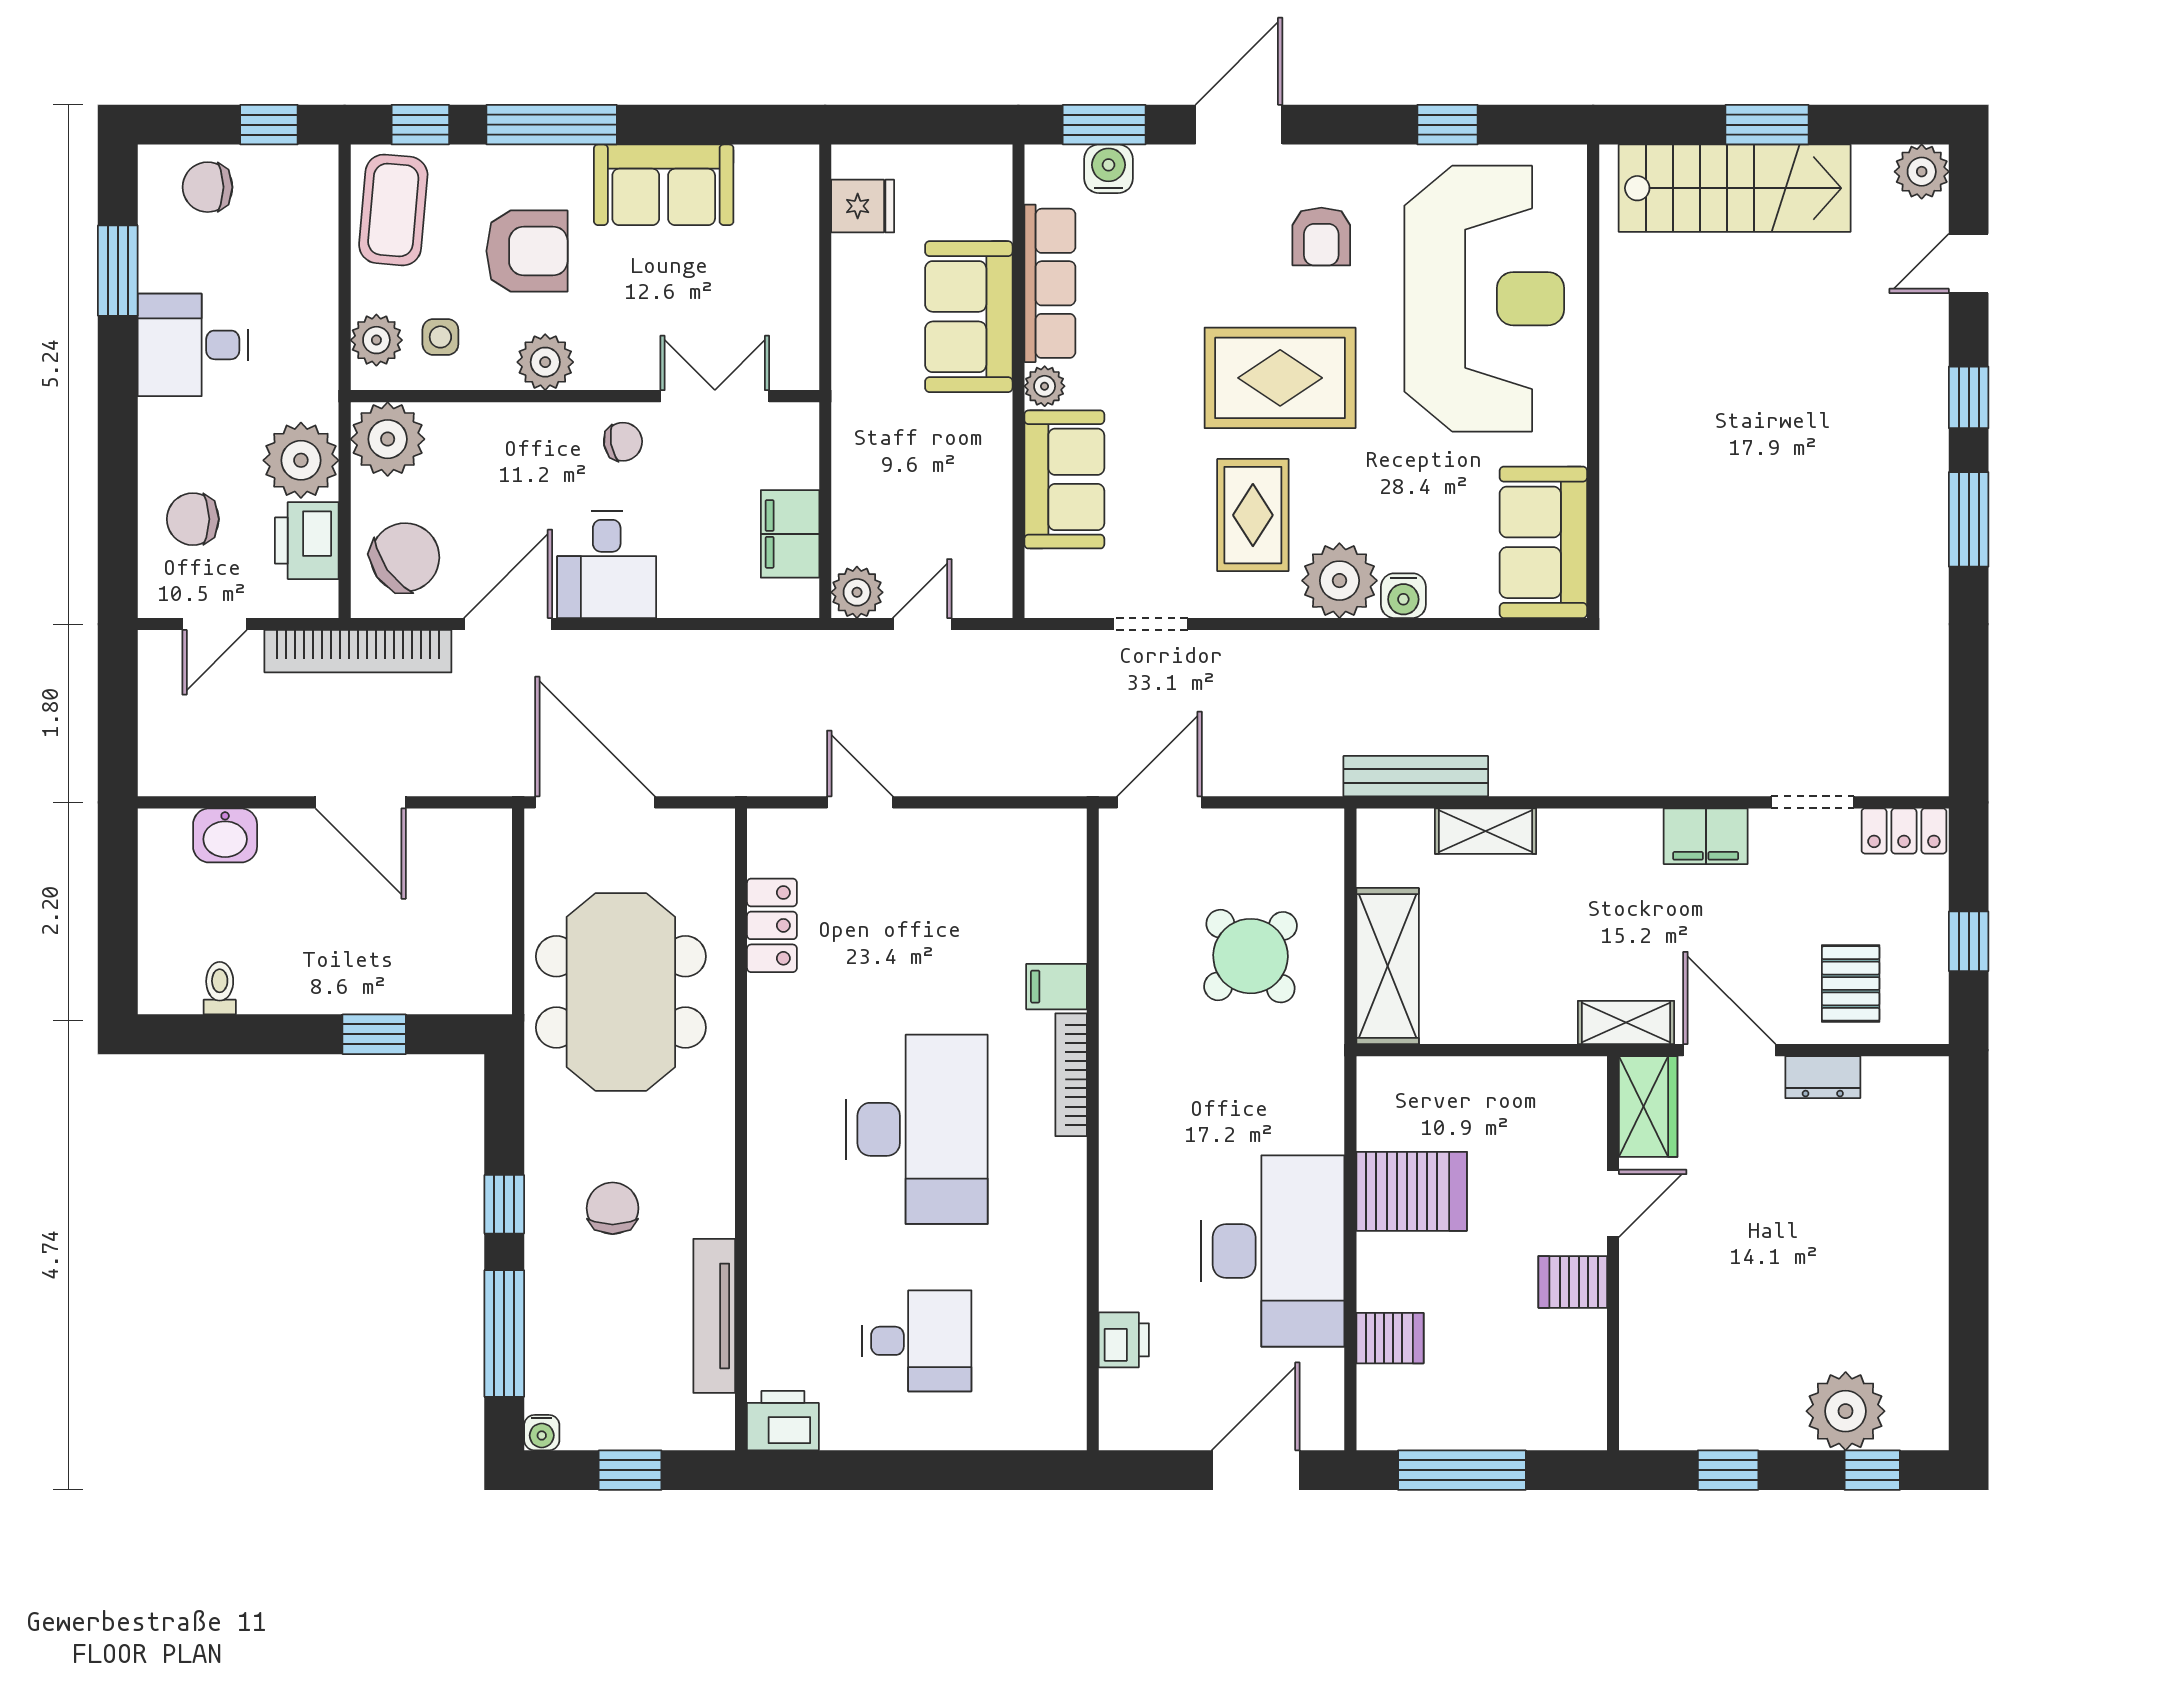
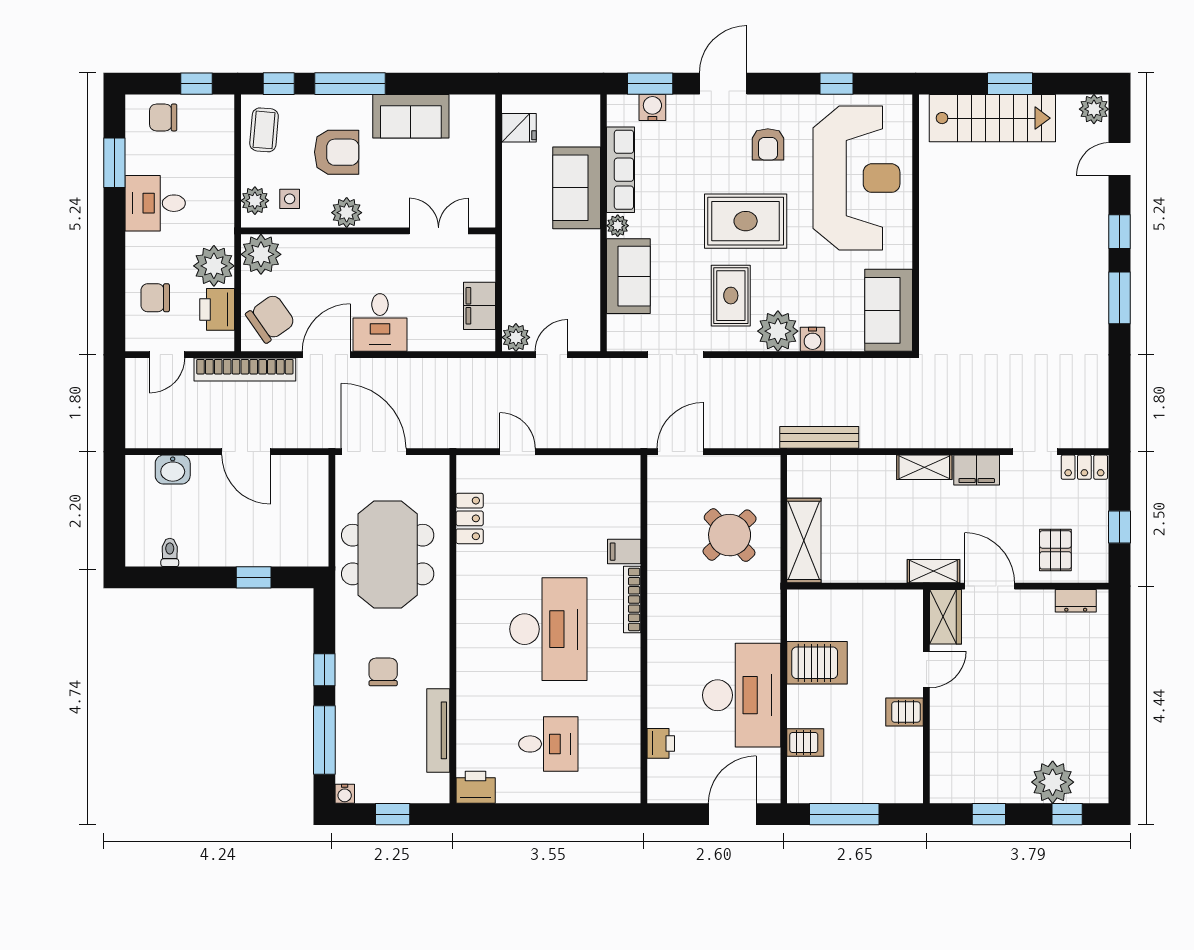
coffee table: (393, 210) -> (264, 130), width x0.73, depth x0.77
chair: (623, 442) -> (389, 256), removed
doorway: (1151, 624) -> (675, 355), width x1.38
shelving: (1486, 831) -> (924, 467), moved
dresser: (1823, 1077) -> (1076, 601), moved

